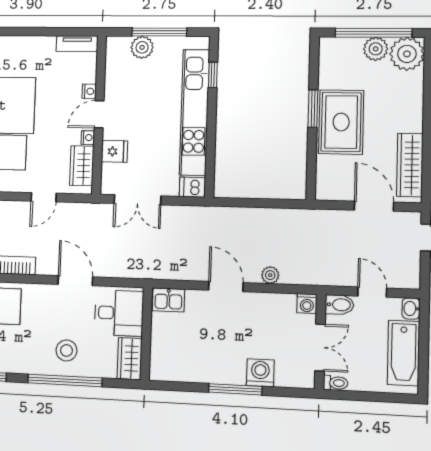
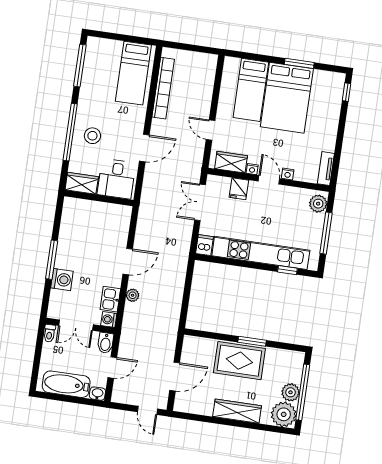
plant: (142, 47) -> (318, 204), moved
wardrobe: (410, 165) -> (237, 411), moved
kitchen sink: (168, 300) -> (110, 299), moved

